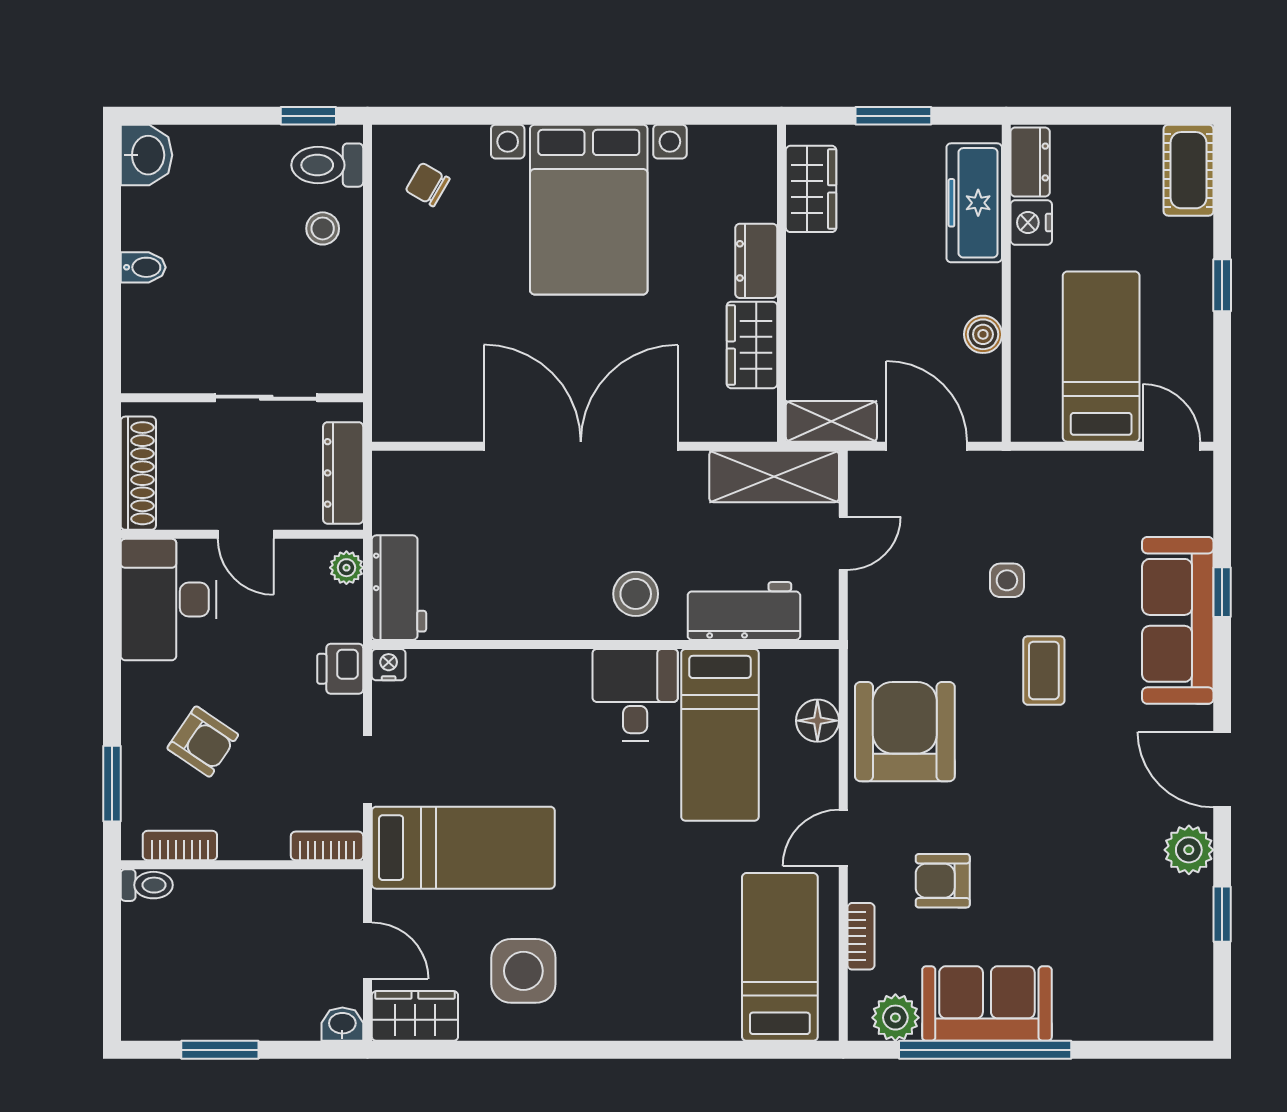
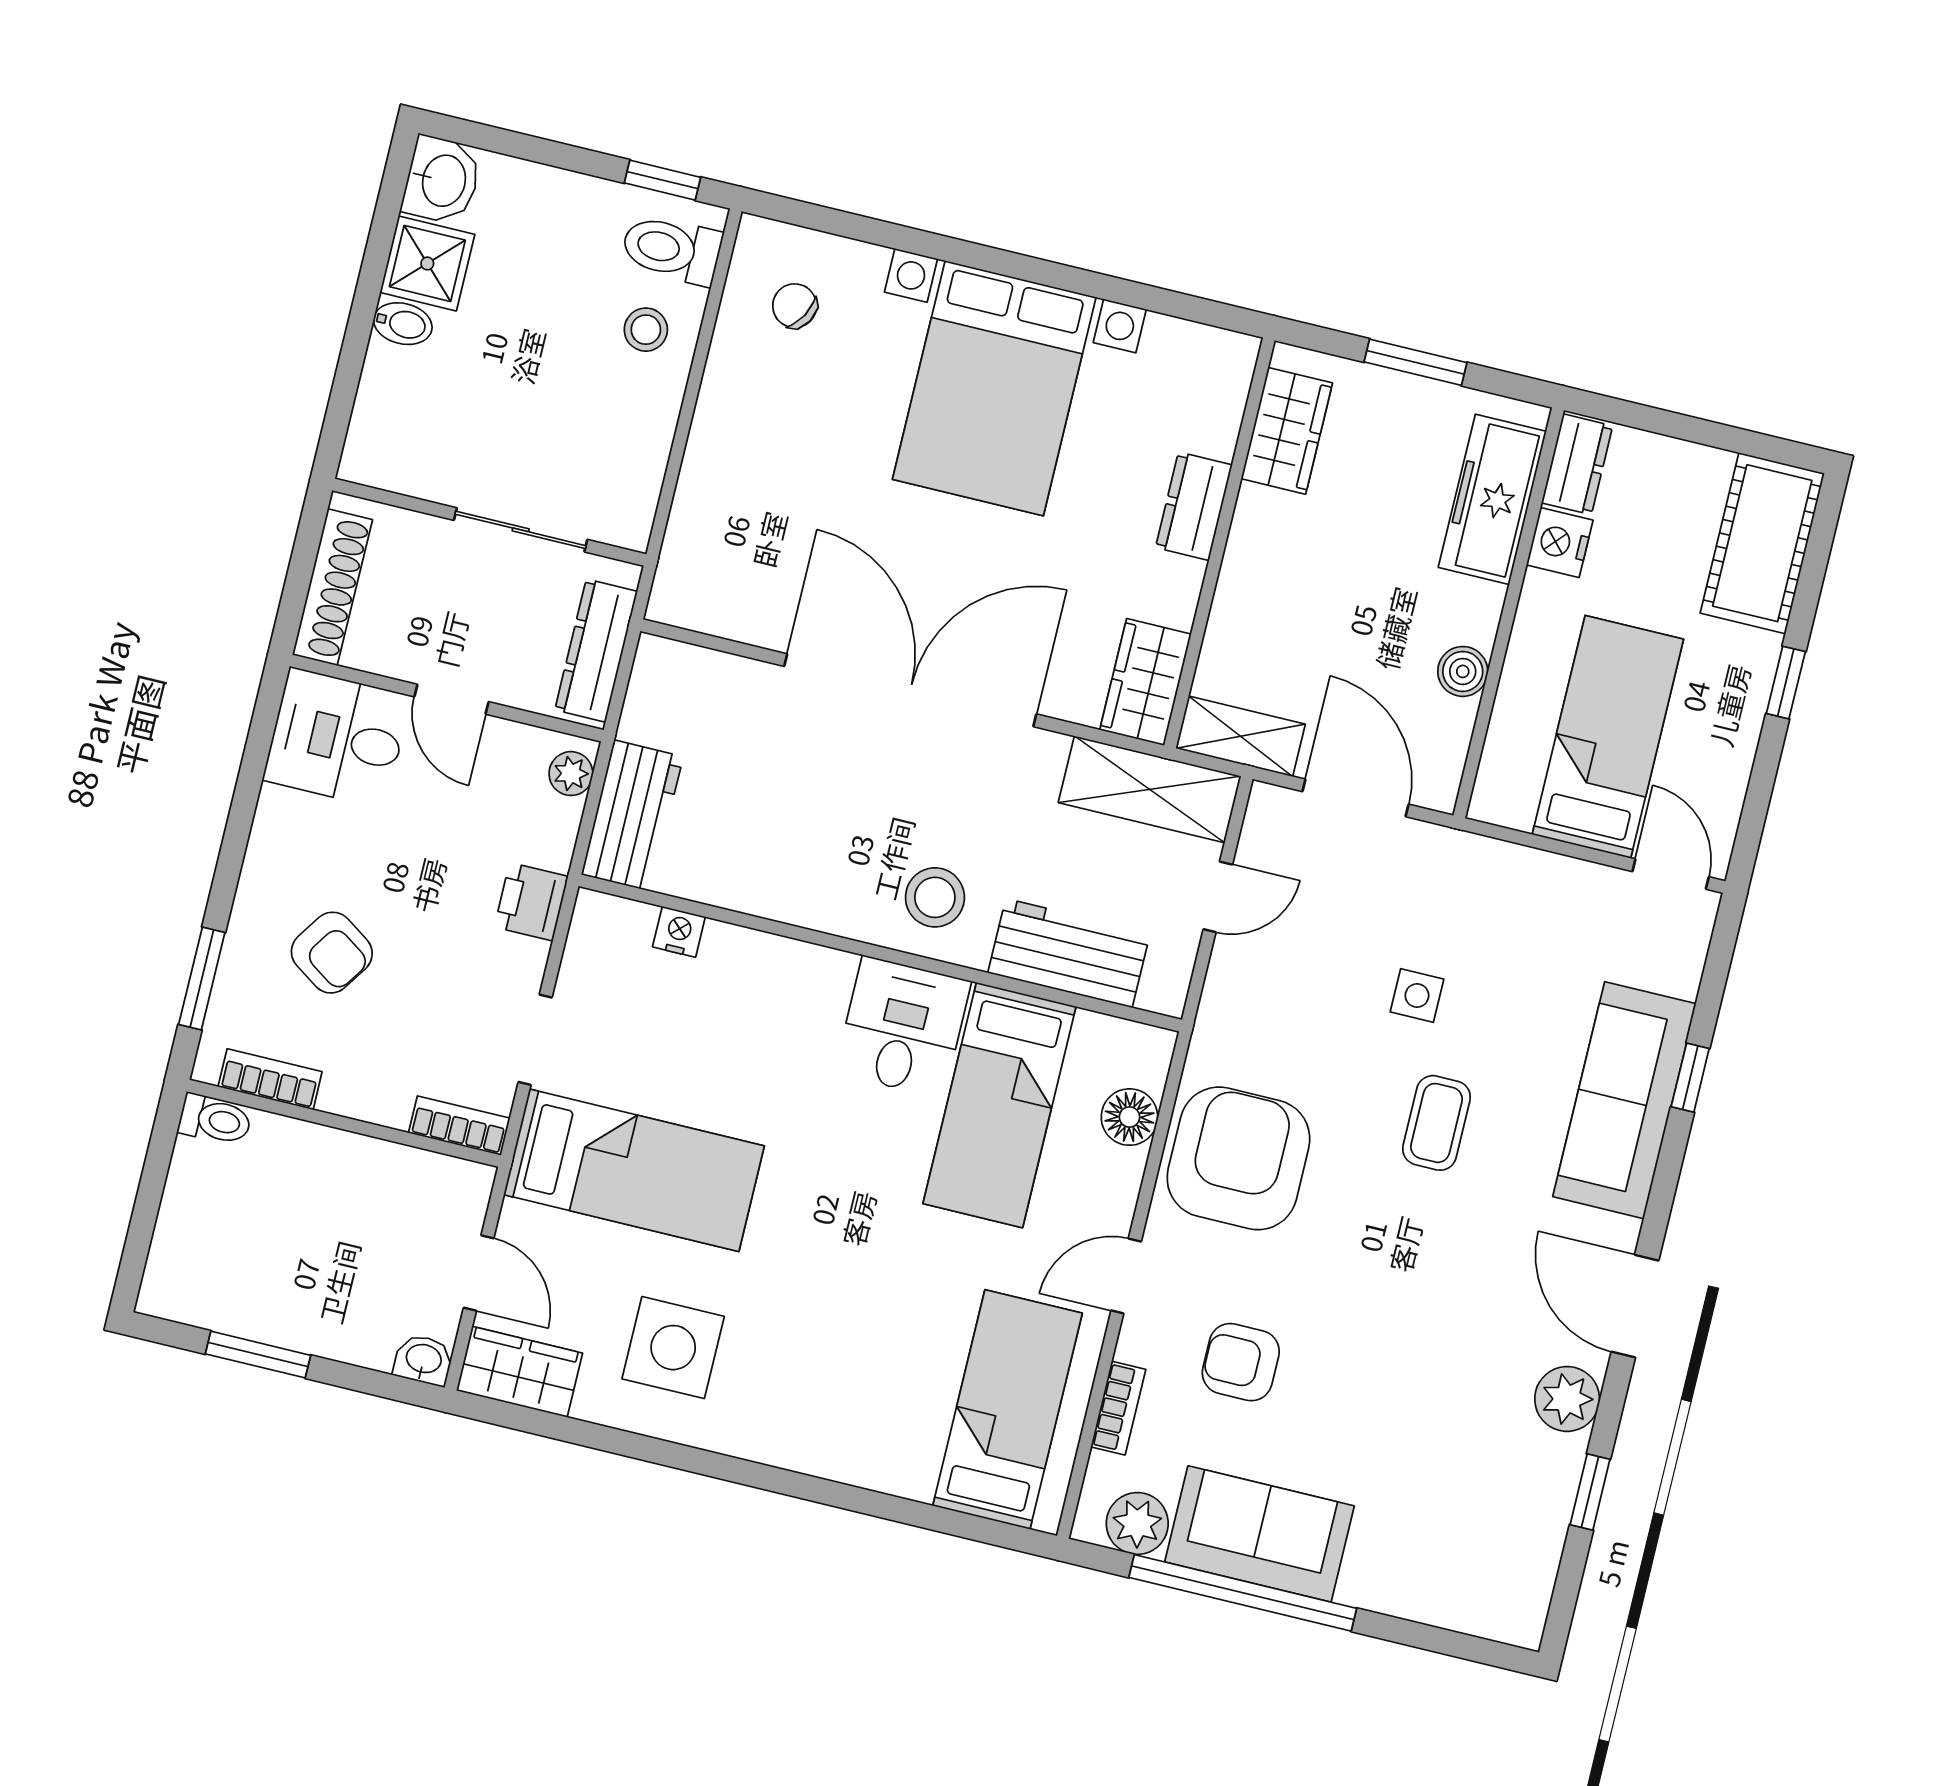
cot: (1188, 170) -> (1762, 543), width x1.37, depth x1.34
shower: (151, 219) -> (427, 263), added
wardrobe: (752, 345) -> (1146, 682), moved
desk: (169, 600) -> (337, 738), width x0.73
nightstand: (389, 665) -> (679, 932), moved

